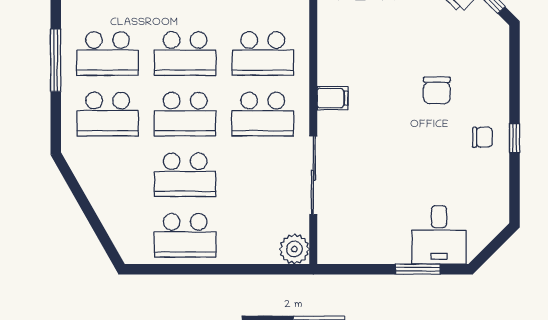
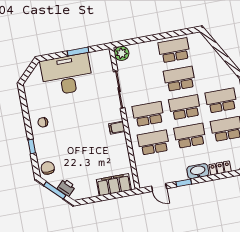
chair: (437, 90) -> (48, 168), moved
window: (515, 138) -> (32, 146), moved
desk: (439, 235) -> (67, 75), width x1.87, depth x1.30
window: (418, 269) -> (78, 52), moved

